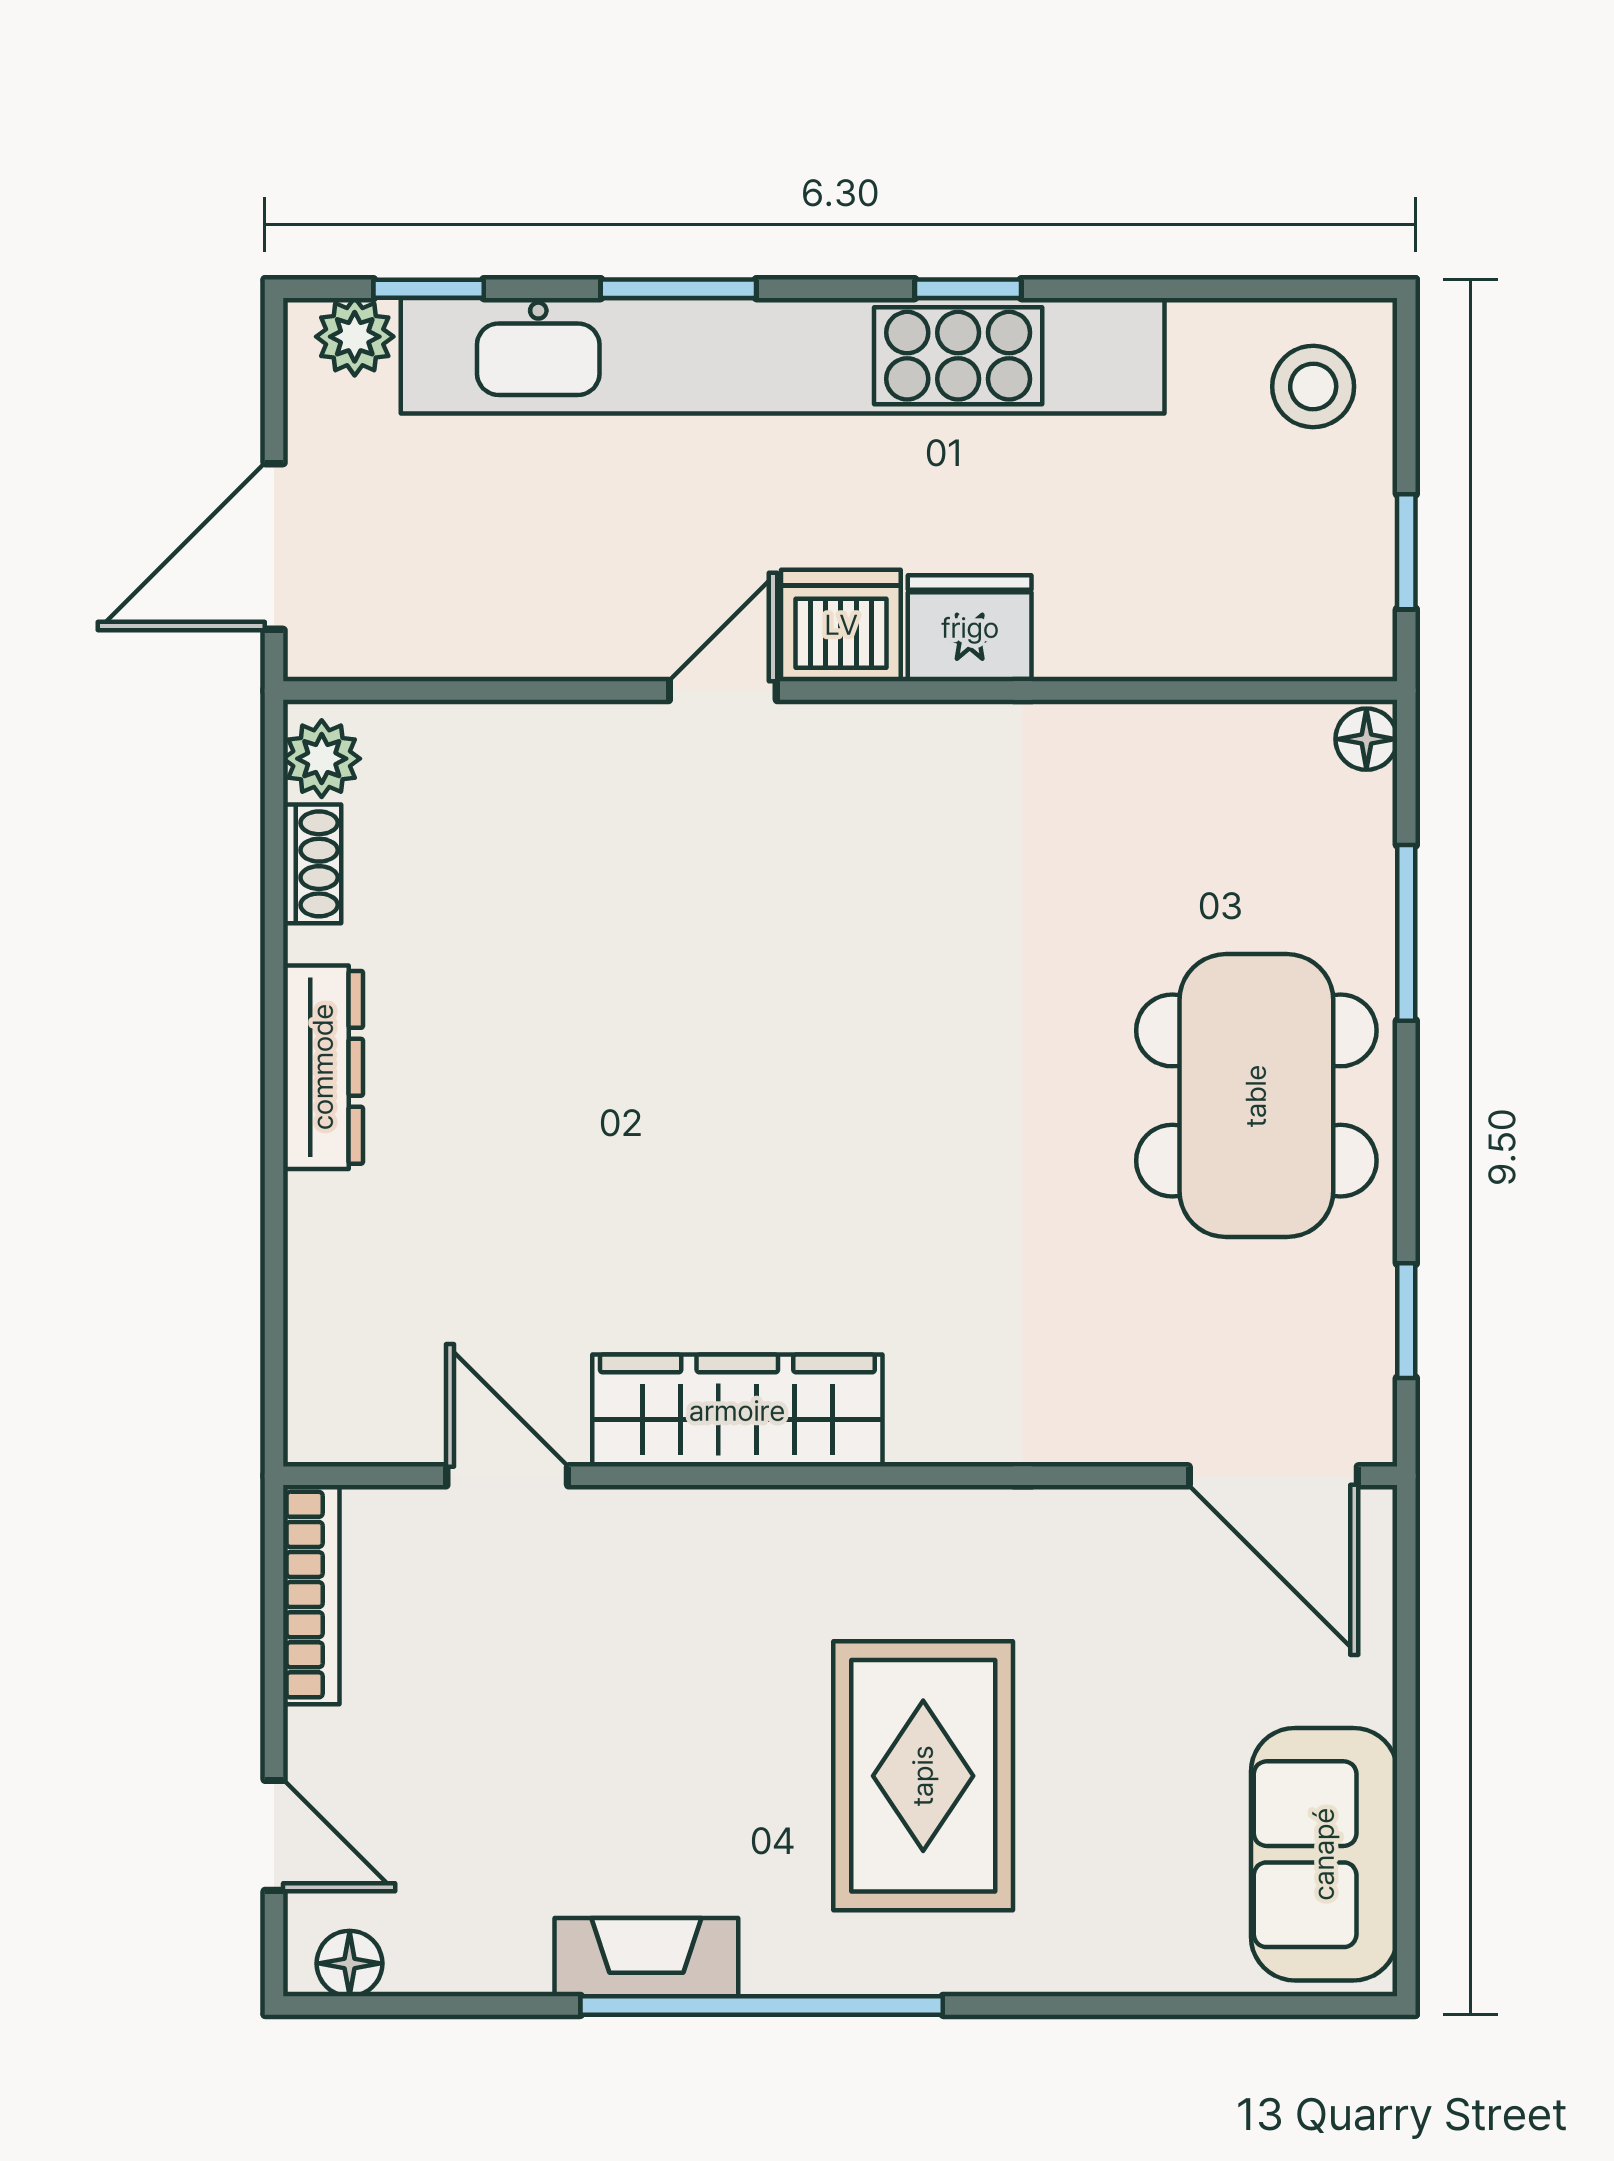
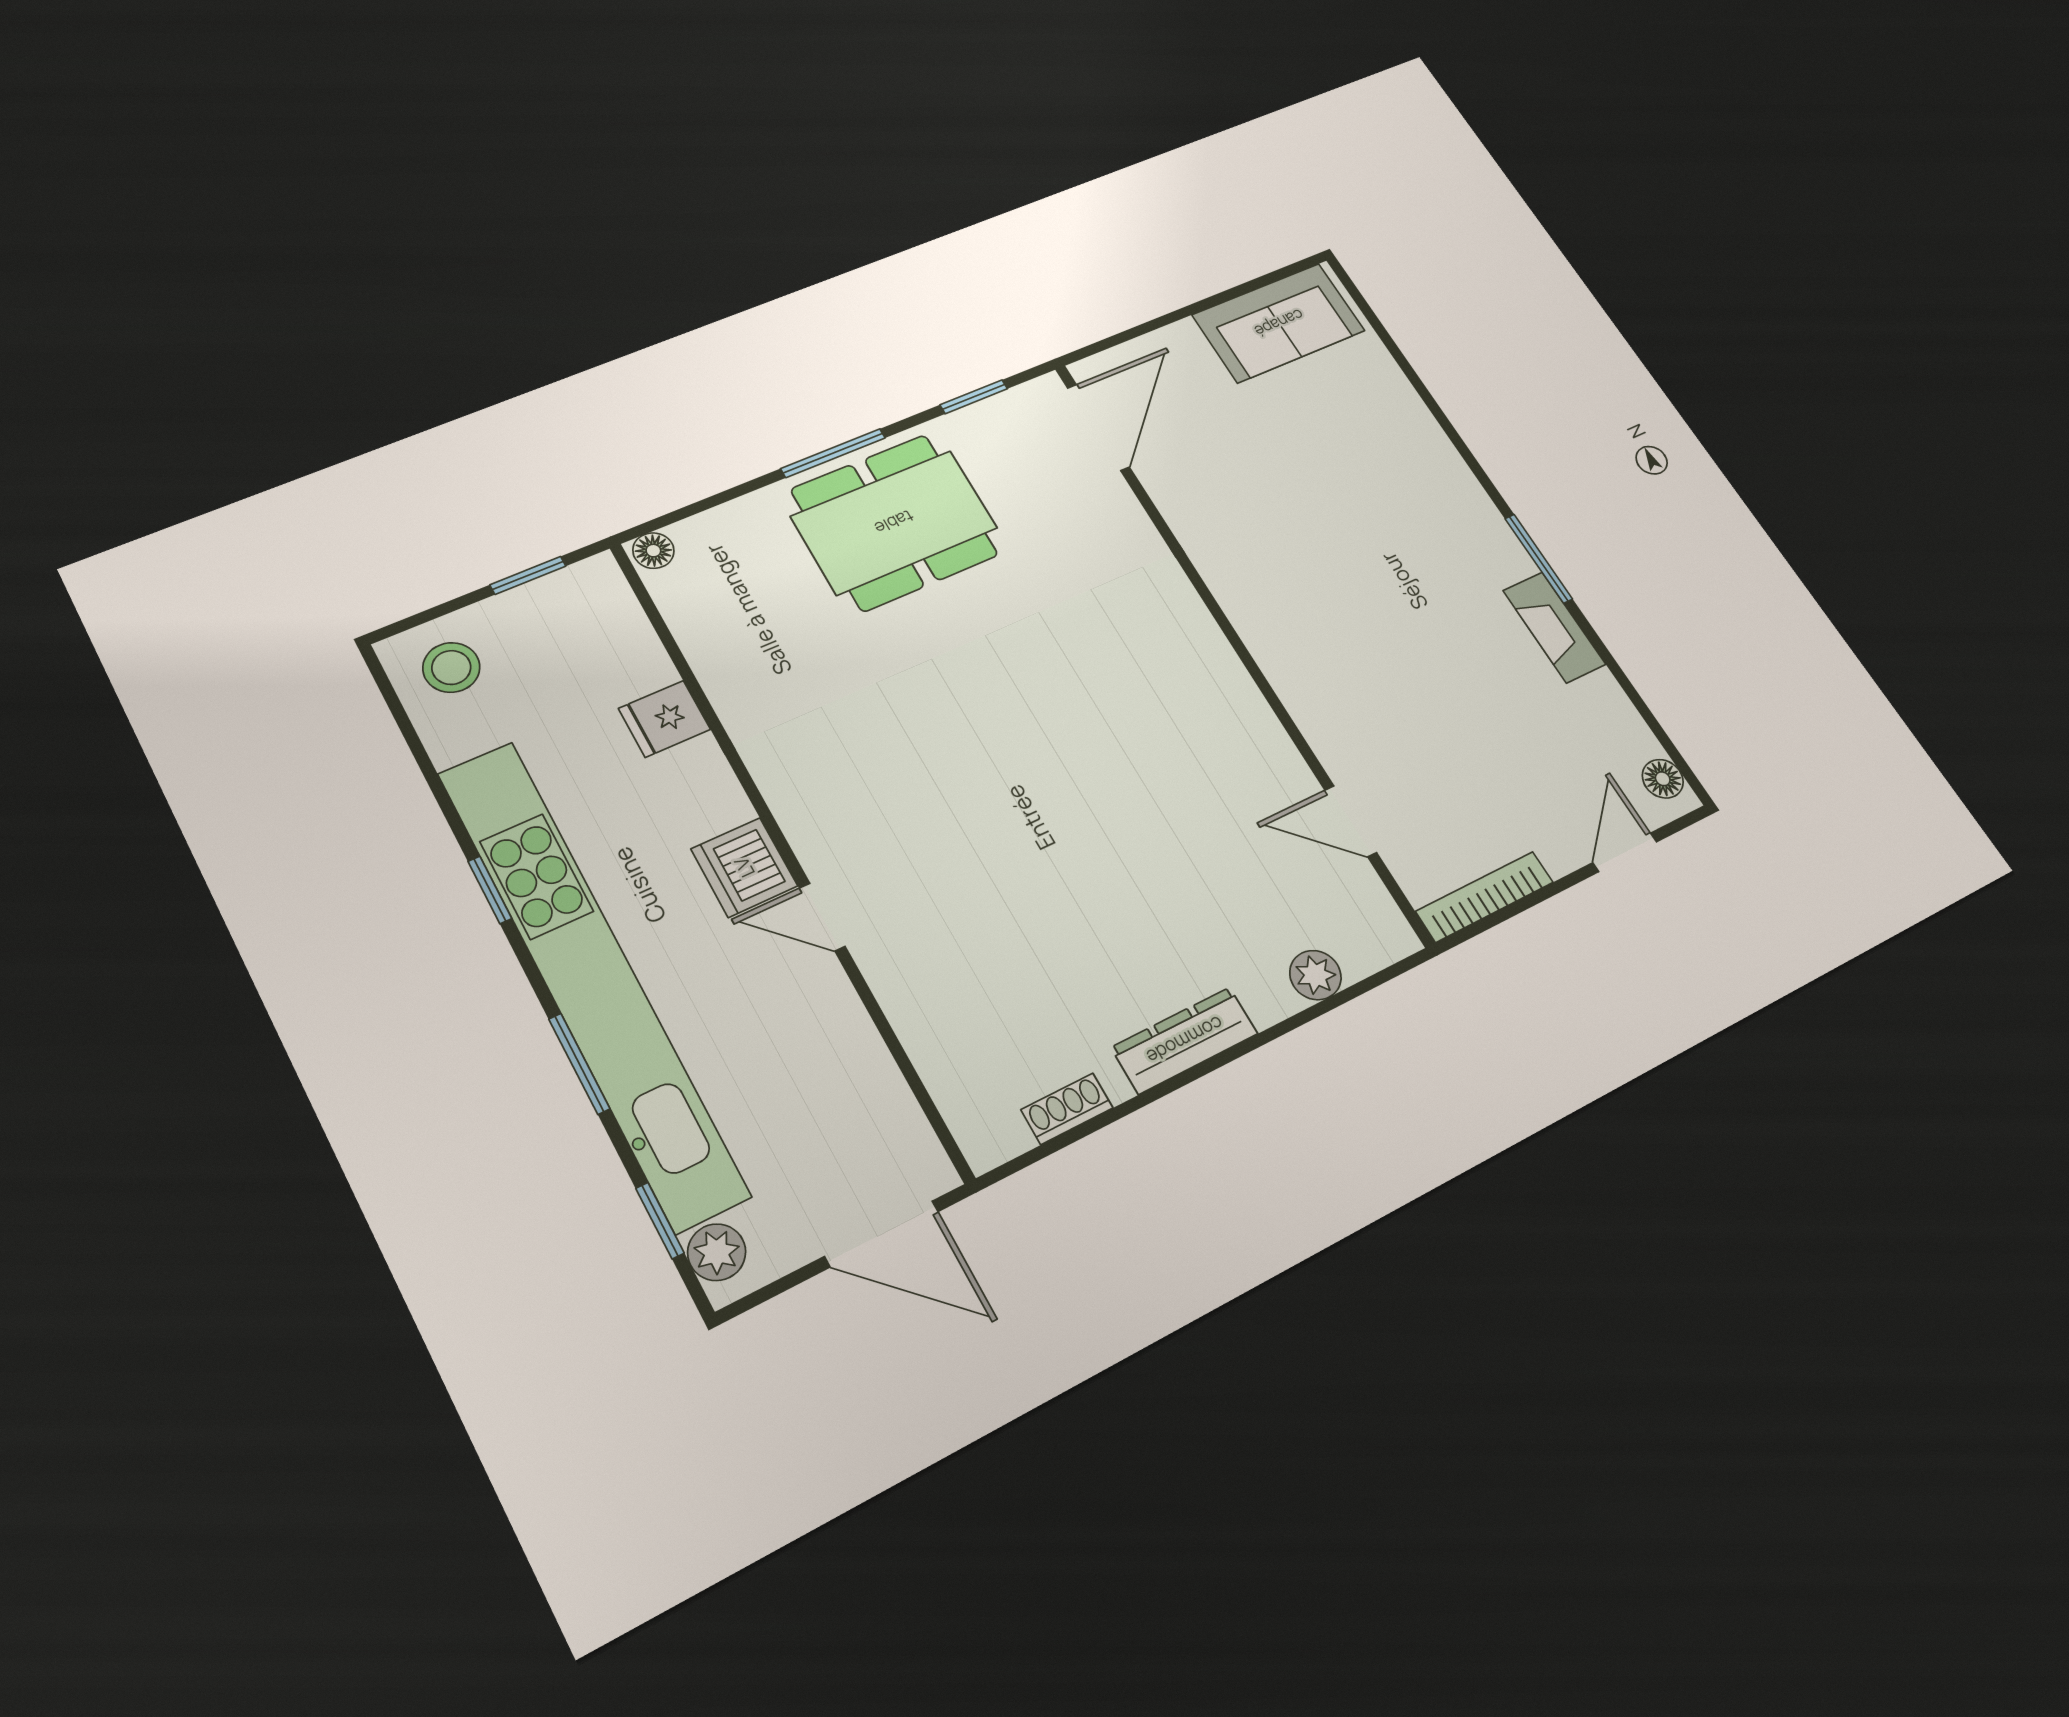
fridge: (970, 628) -> (664, 719), moved, width x0.72
plant: (322, 759) -> (1315, 975), moved
window: (1406, 933) -> (833, 453), moved
wardrobe: (737, 1411) -> (1236, 715), removed
door: (507, 1476) -> (1351, 821), hinge flipped
rug: (923, 1776) -> (1368, 531), removed
window: (762, 2005) -> (1539, 559), width x0.47

